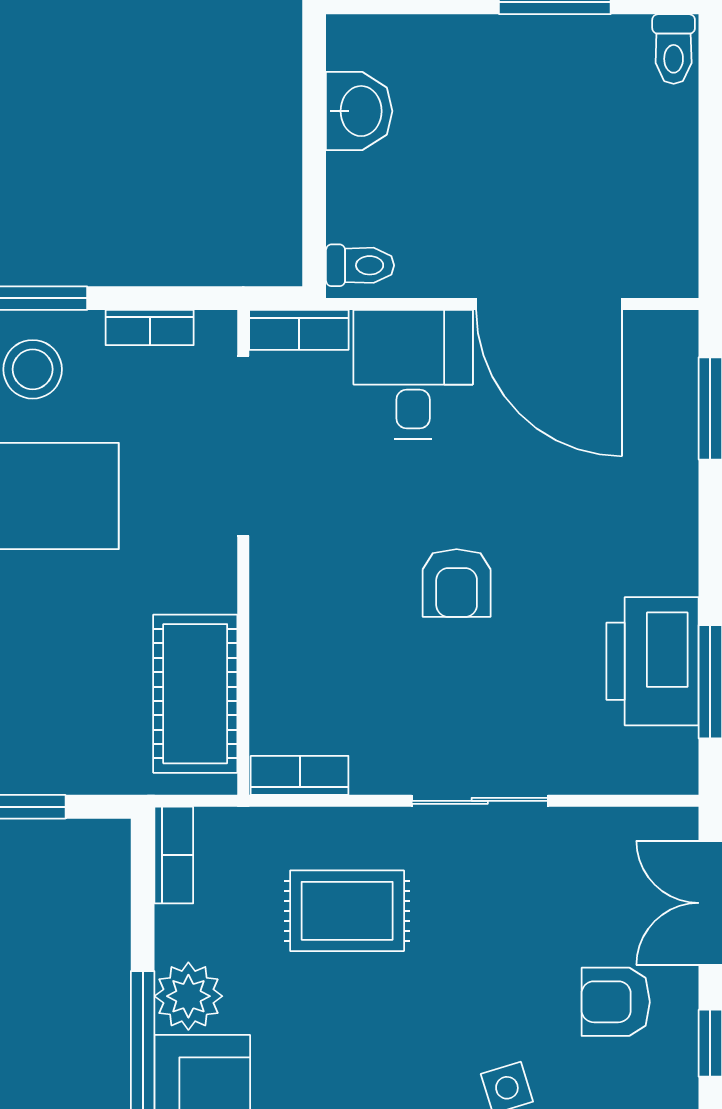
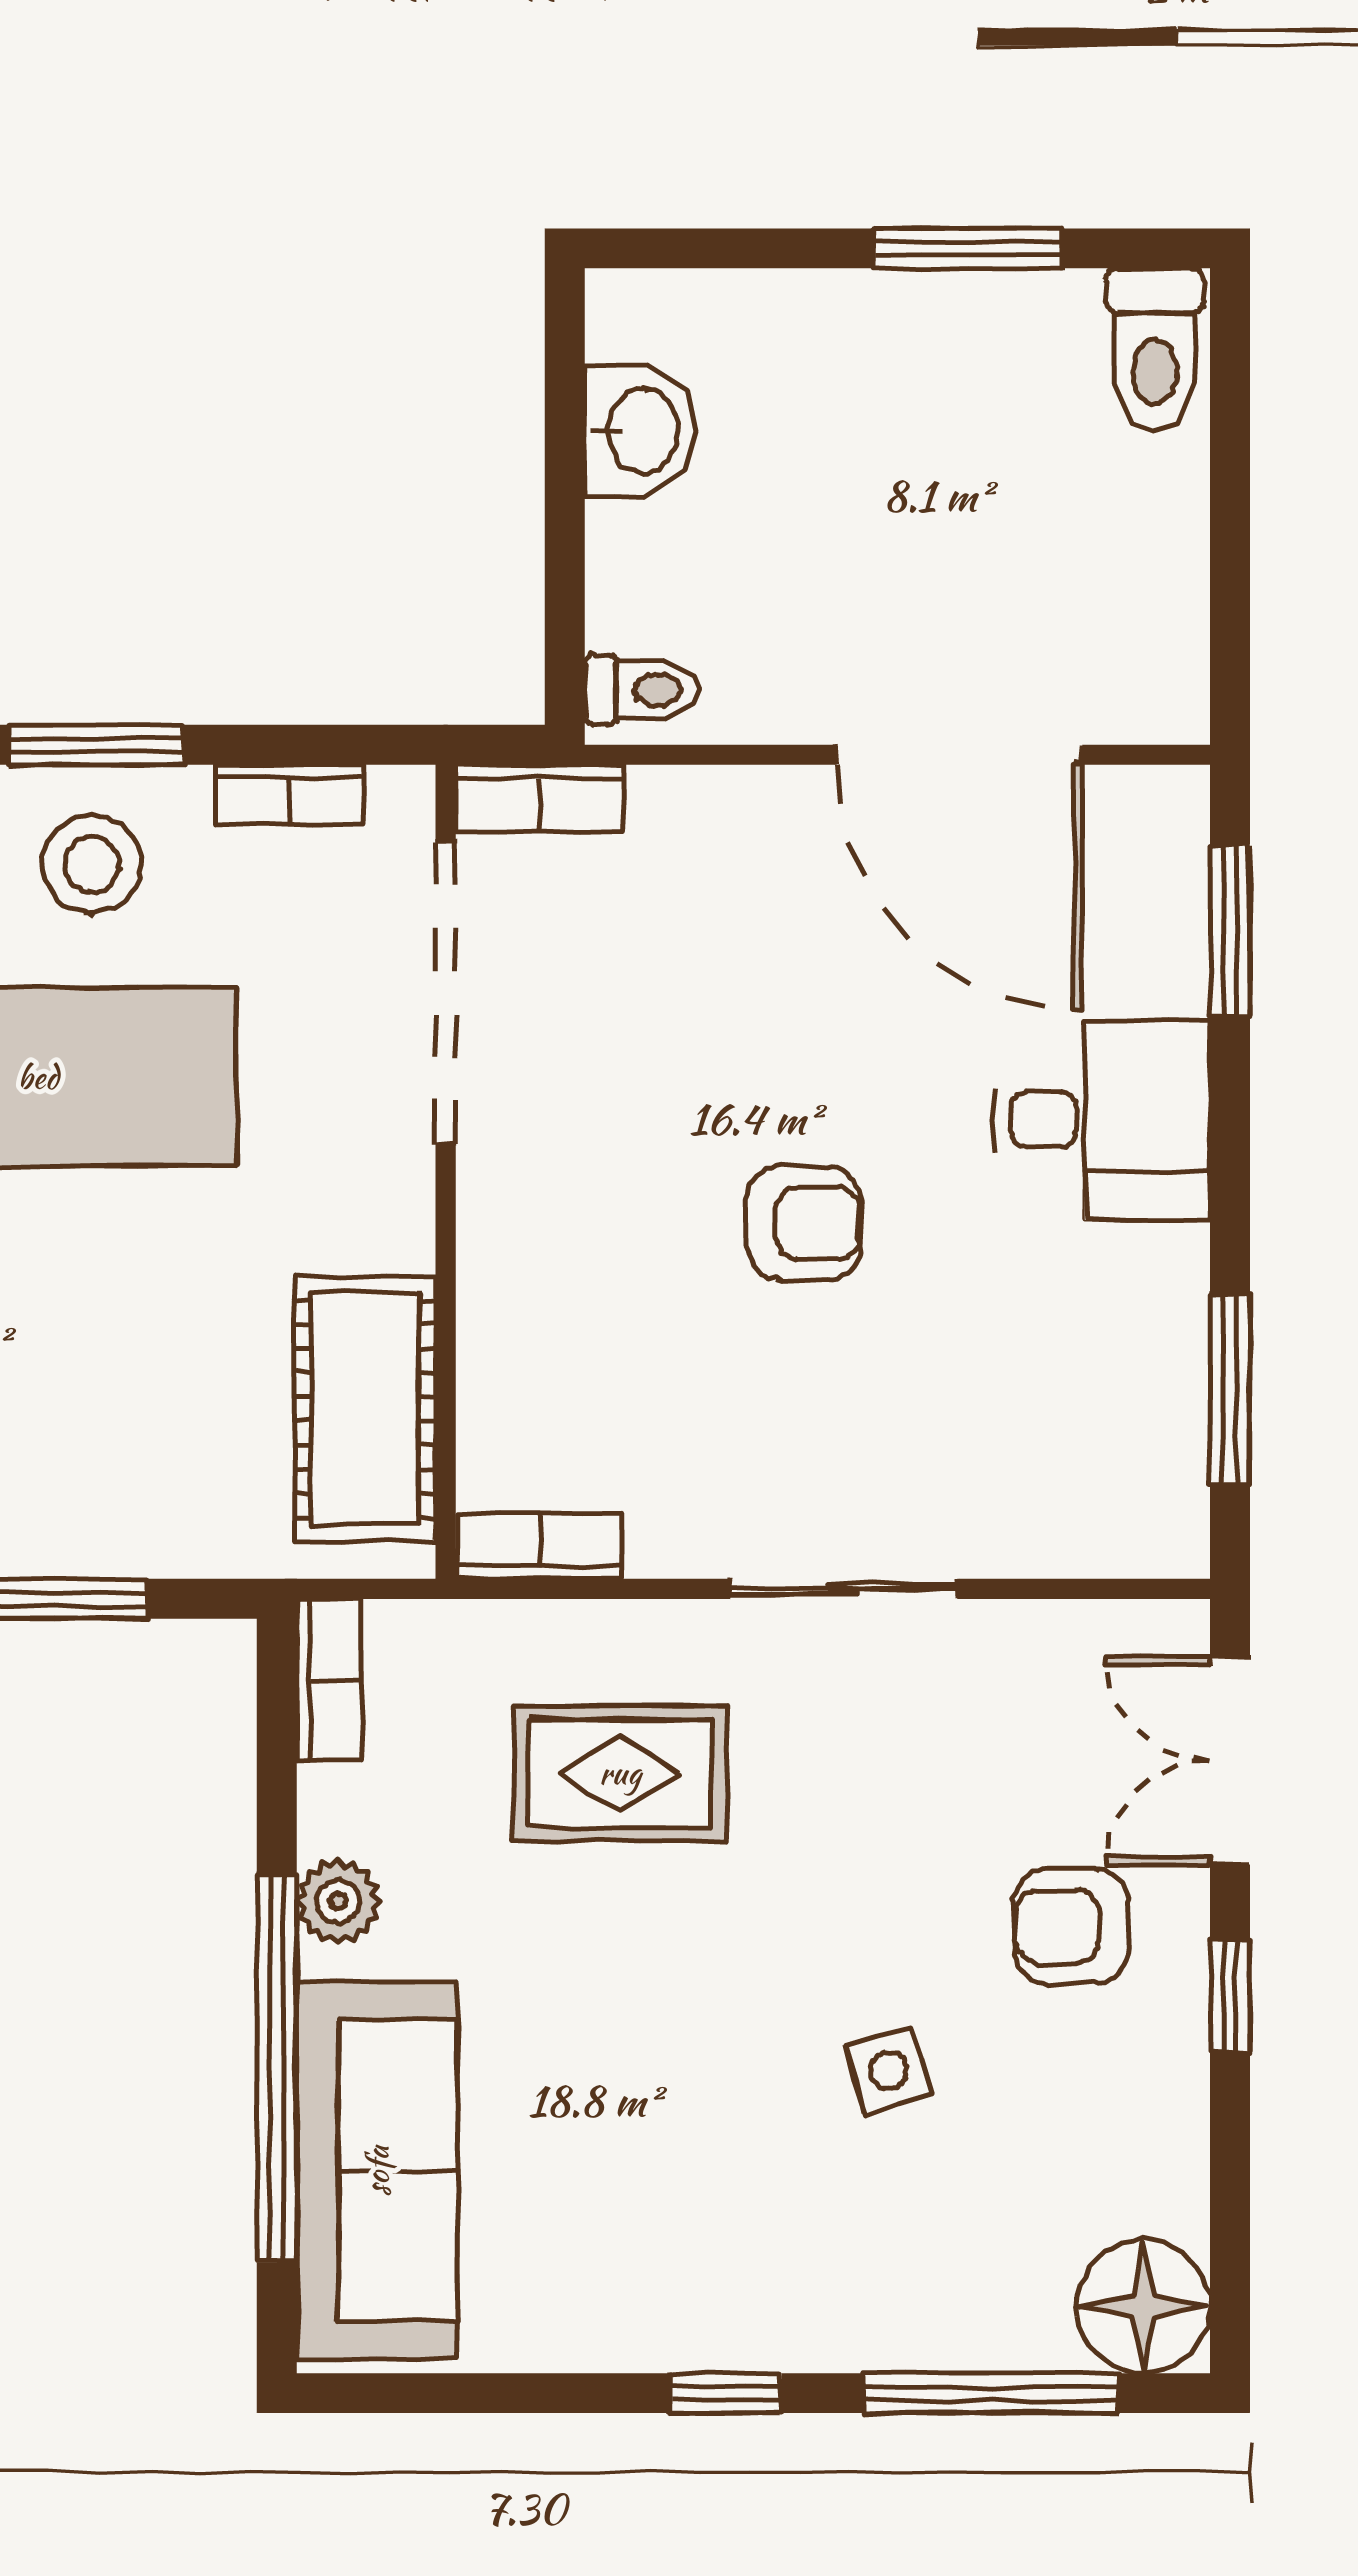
toilet: (674, 49) -> (1155, 349), width x1.37, depth x1.39
desk: (413, 374) -> (1102, 1120), moved, turned 90
armchair: (457, 583) -> (804, 1223), turned -90
printer: (652, 661) -> (1133, 1355), removed
plant: (188, 996) -> (338, 1901), width x0.73, depth x0.73

